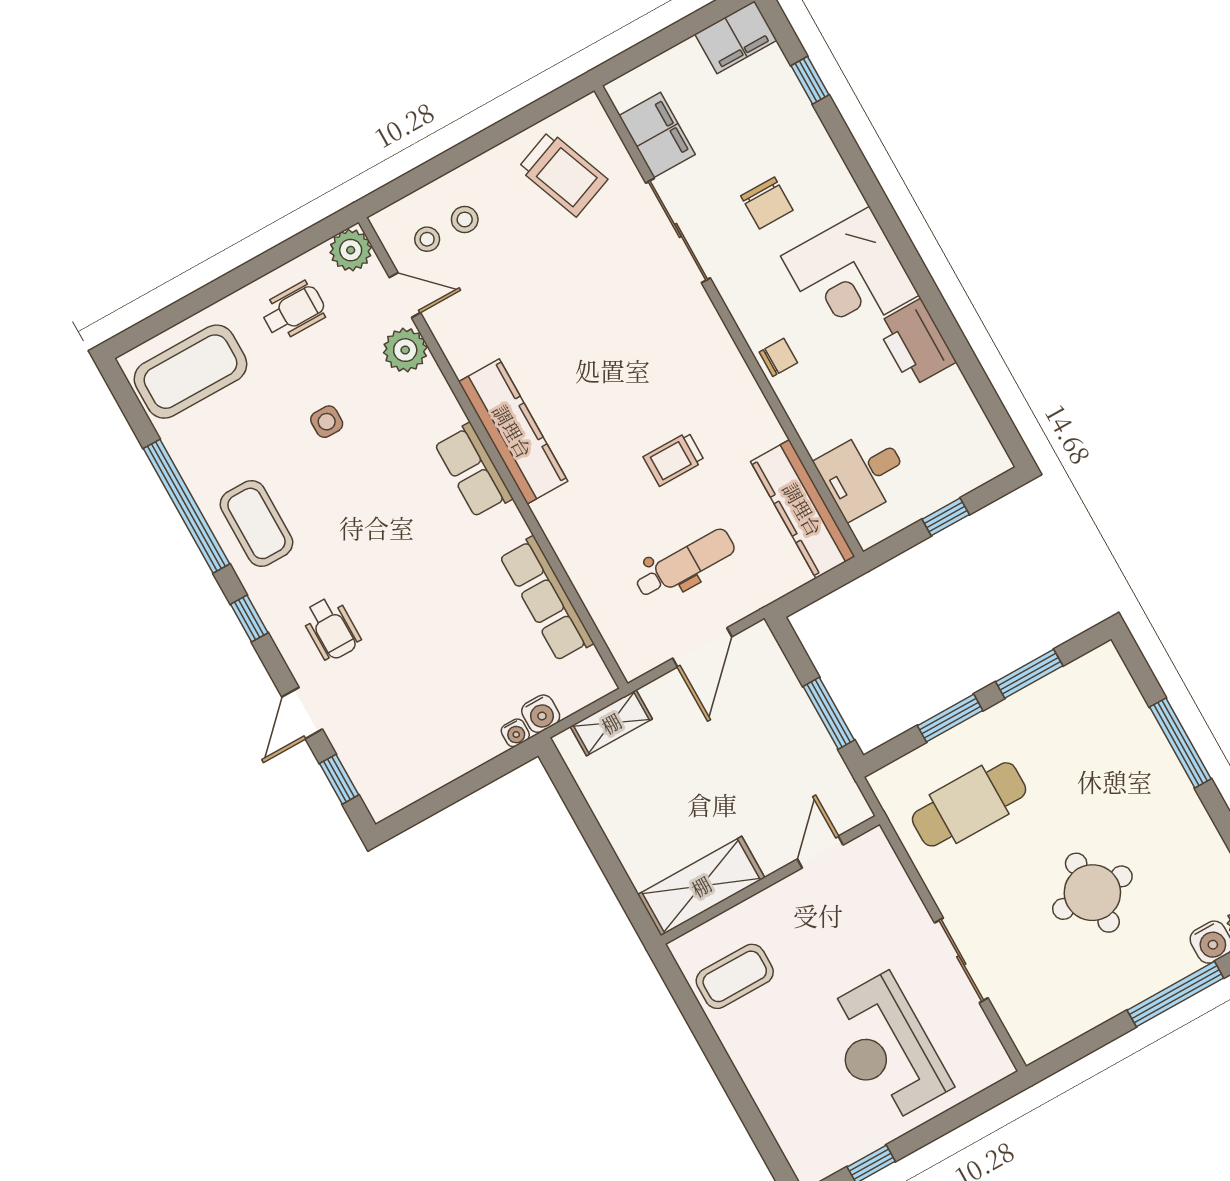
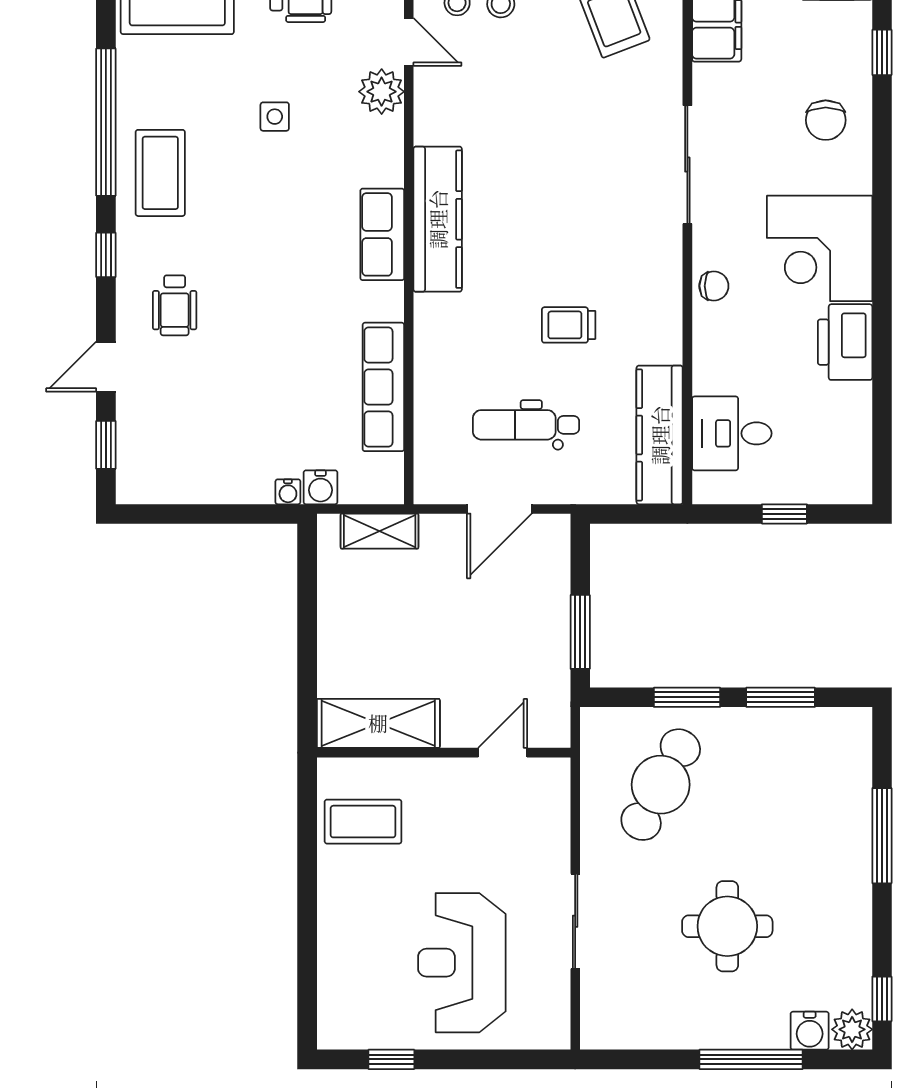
chair: (767, 203) -> (826, 120), moved
sliding door: (678, 230) -> (687, 165), moved
dental chair: (685, 564) -> (526, 425), turned 180
cafe table: (969, 804) -> (661, 785), turned -62

